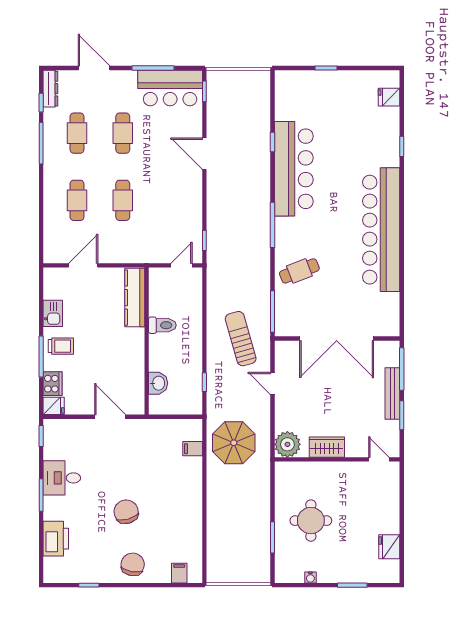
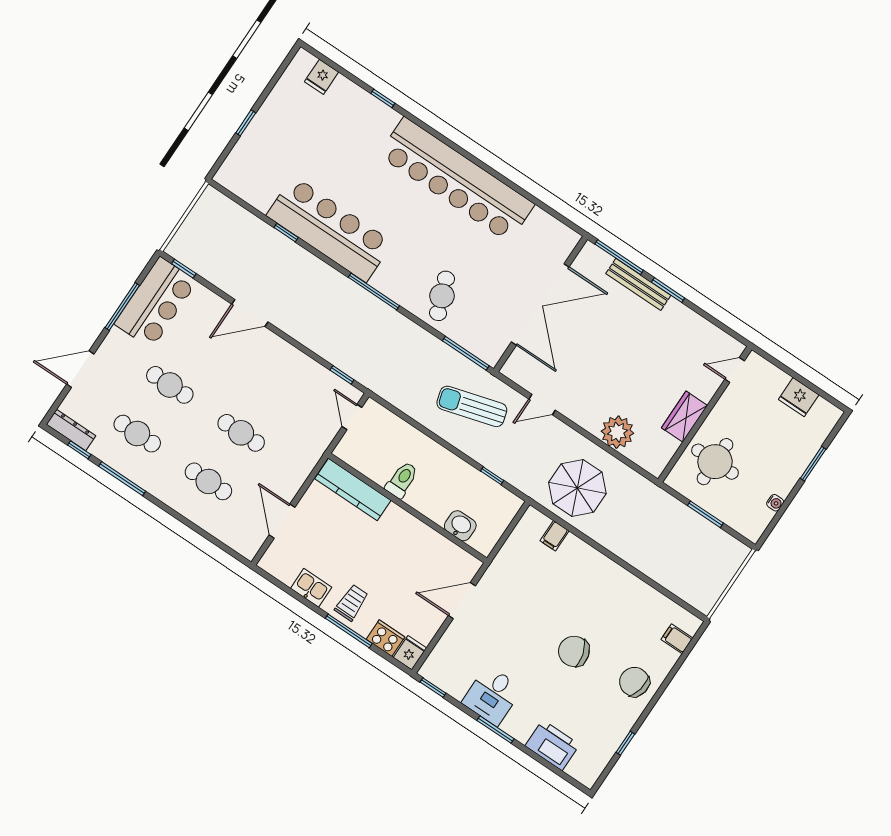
wardrobe: (327, 447) -> (685, 417), moved
wall: (337, 459) -> (705, 414), moved
door: (379, 459) -> (735, 370), moved

